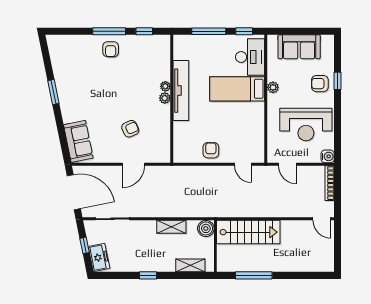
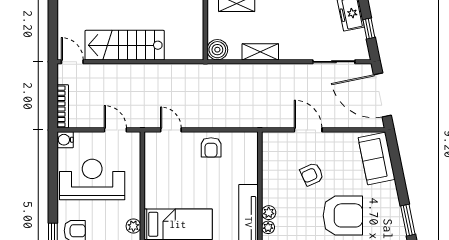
armchair: (105, 96) -> (343, 215), added
door: (133, 164) -> (308, 130), hinge flipped
stairs: (248, 232) -> (125, 45), moved

